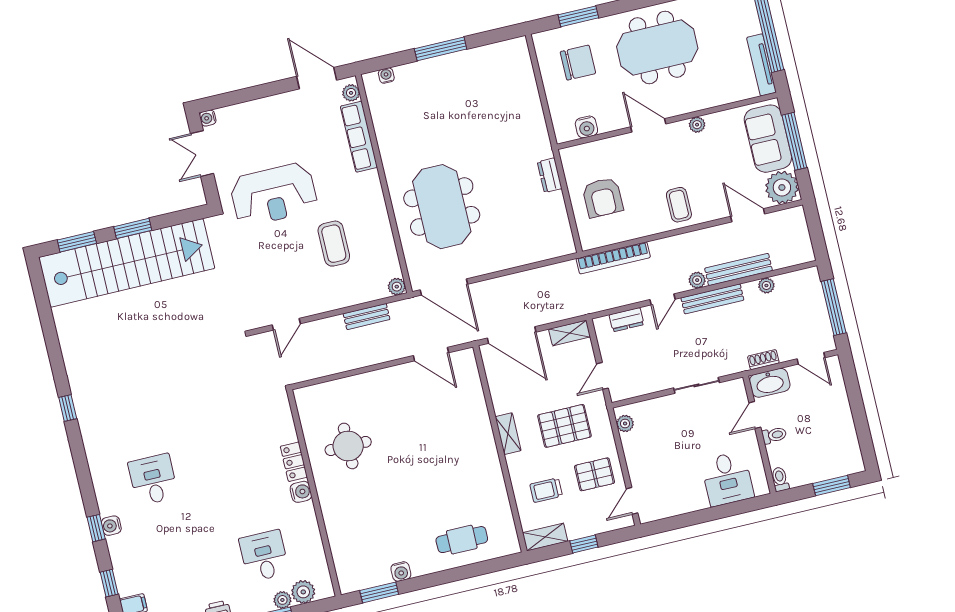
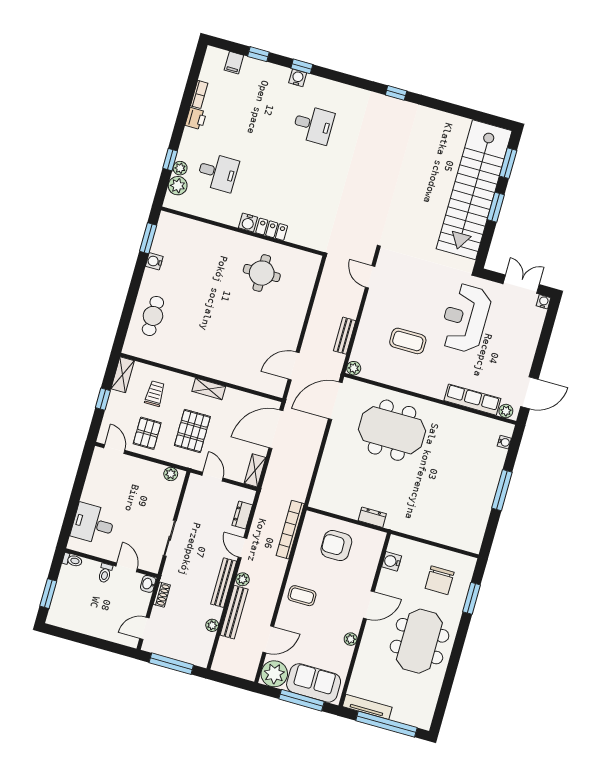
washbasin: (770, 383) -> (148, 584), width x0.52, depth x0.69

